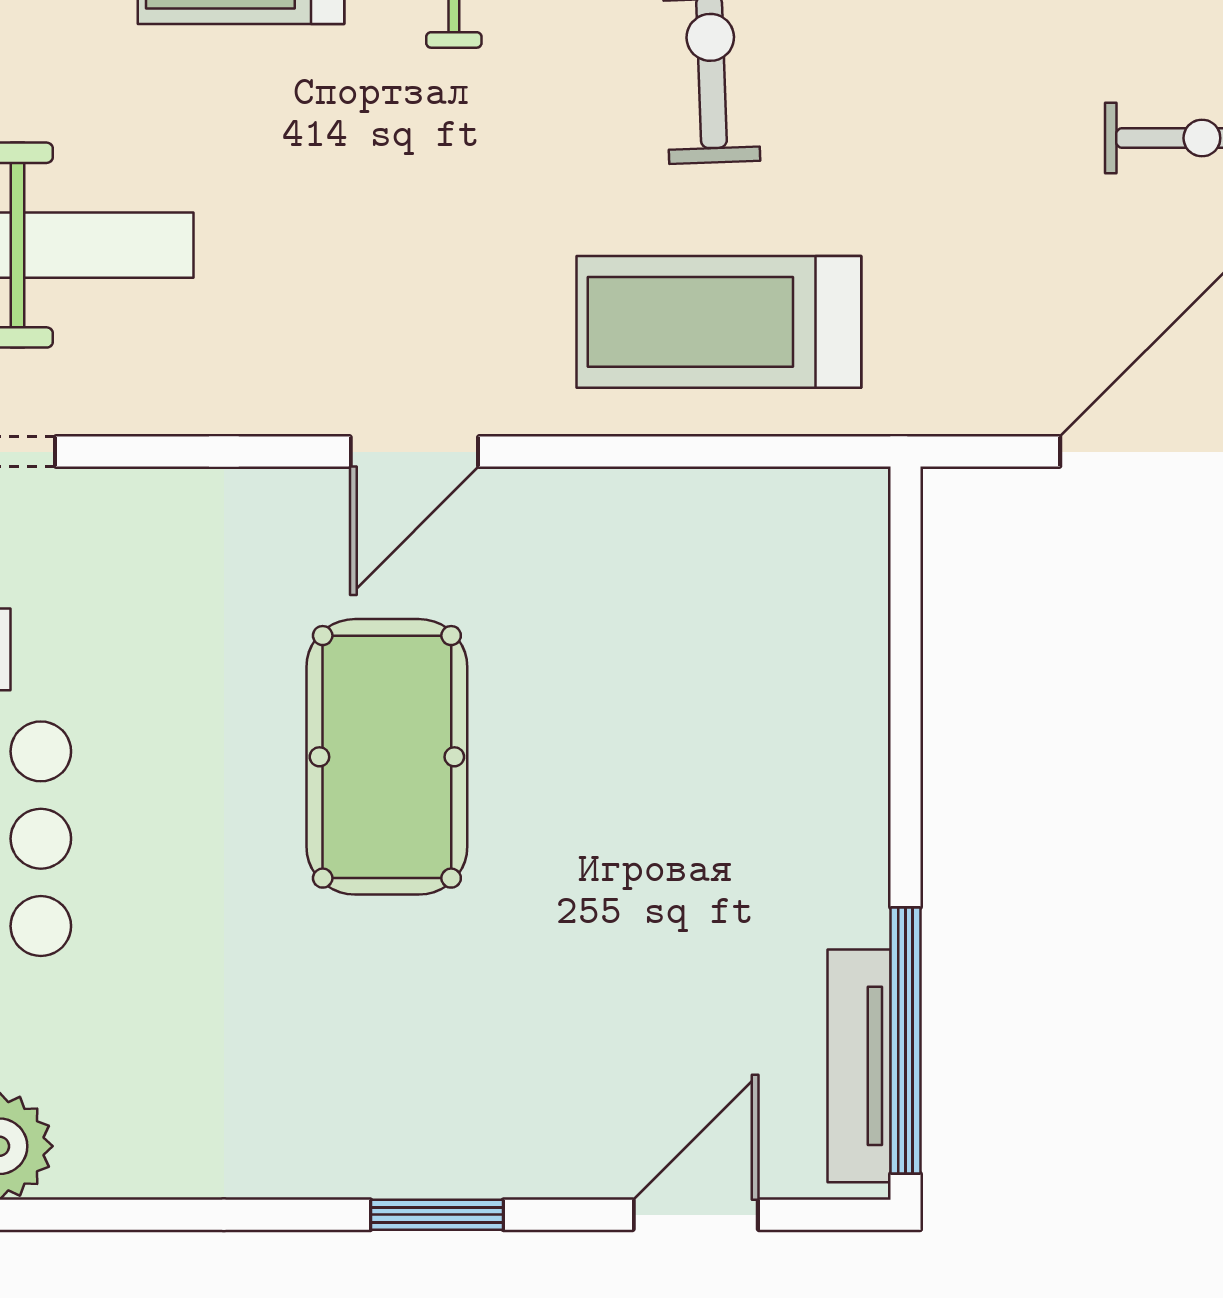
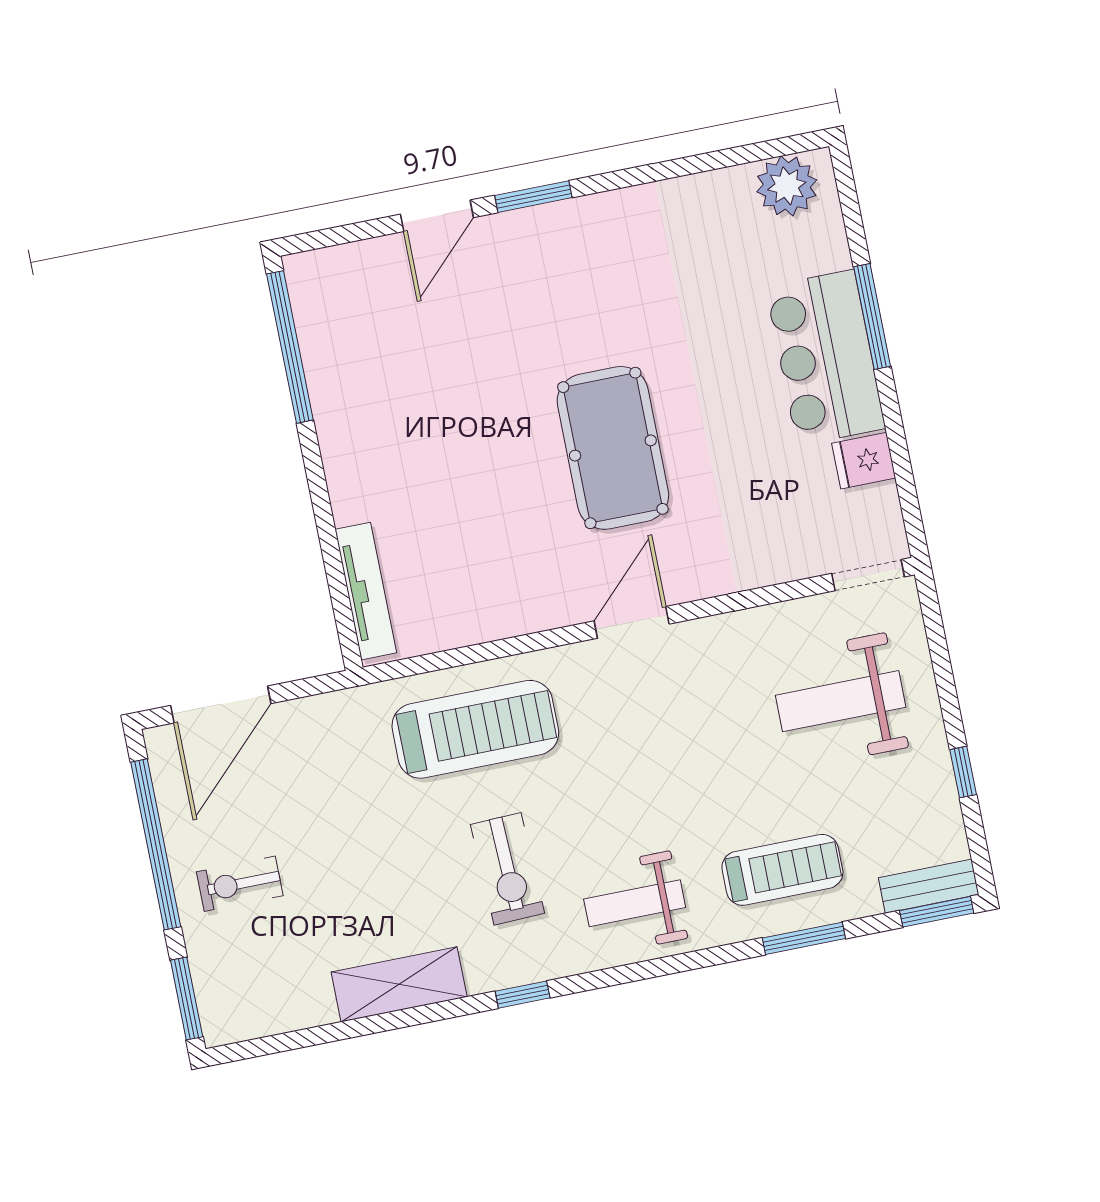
tv unit: (859, 1066) -> (366, 591), moved
door: (696, 1215) -> (437, 216), moved

